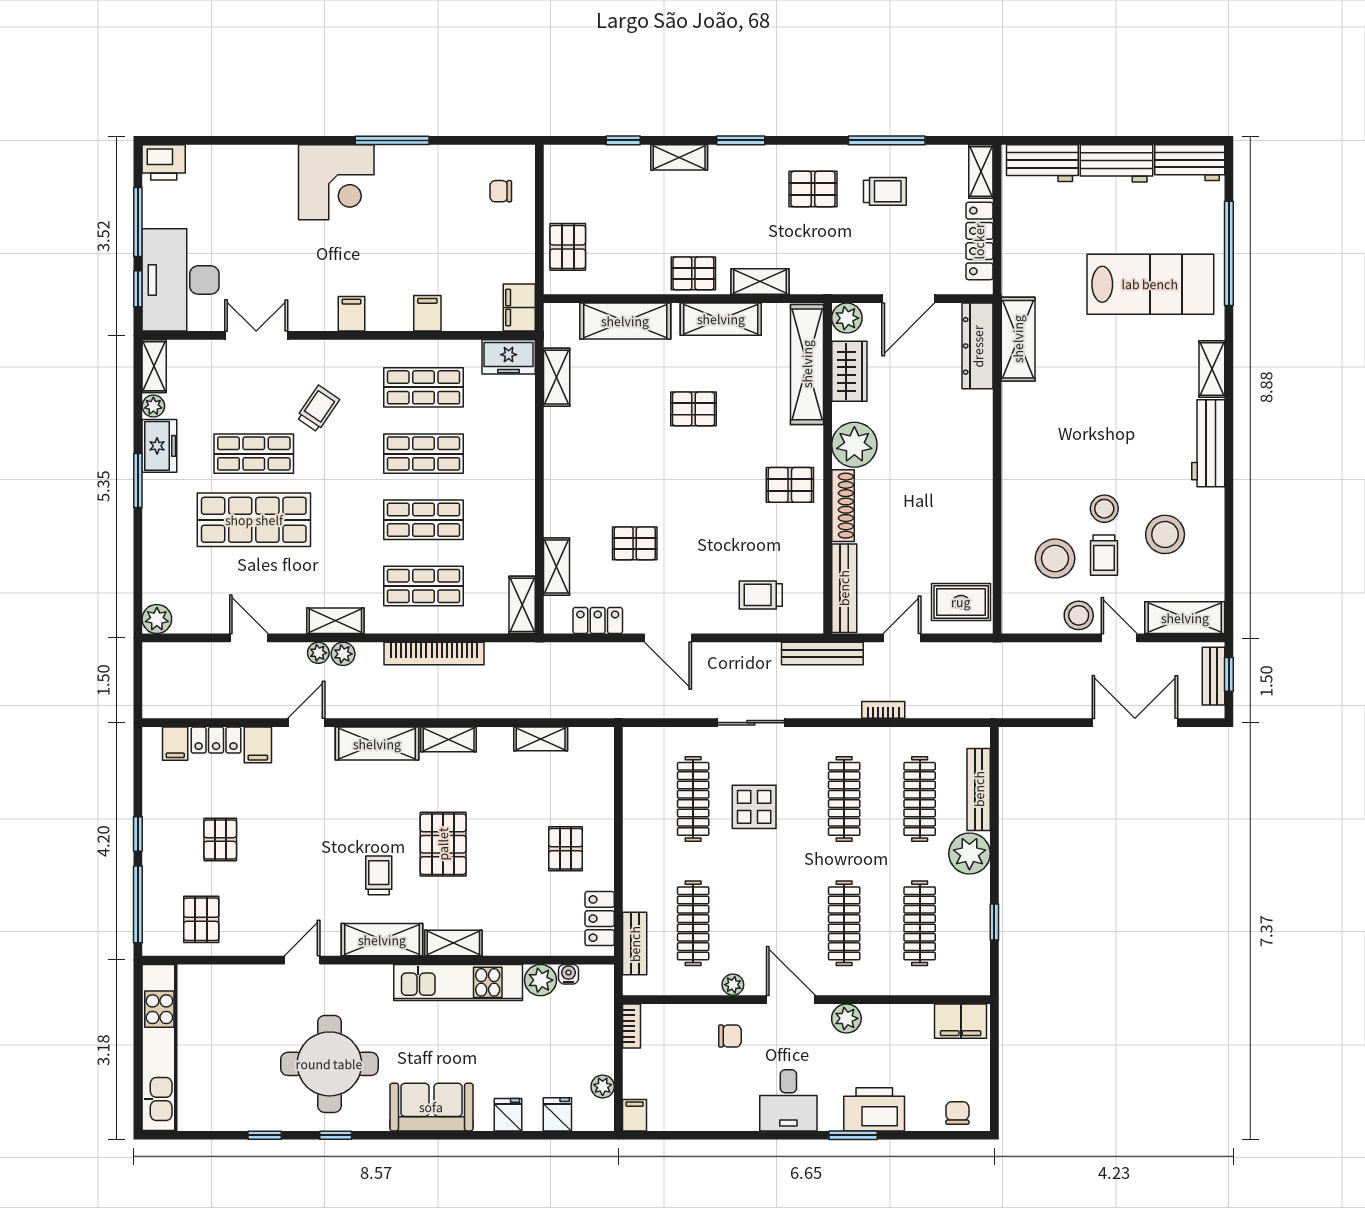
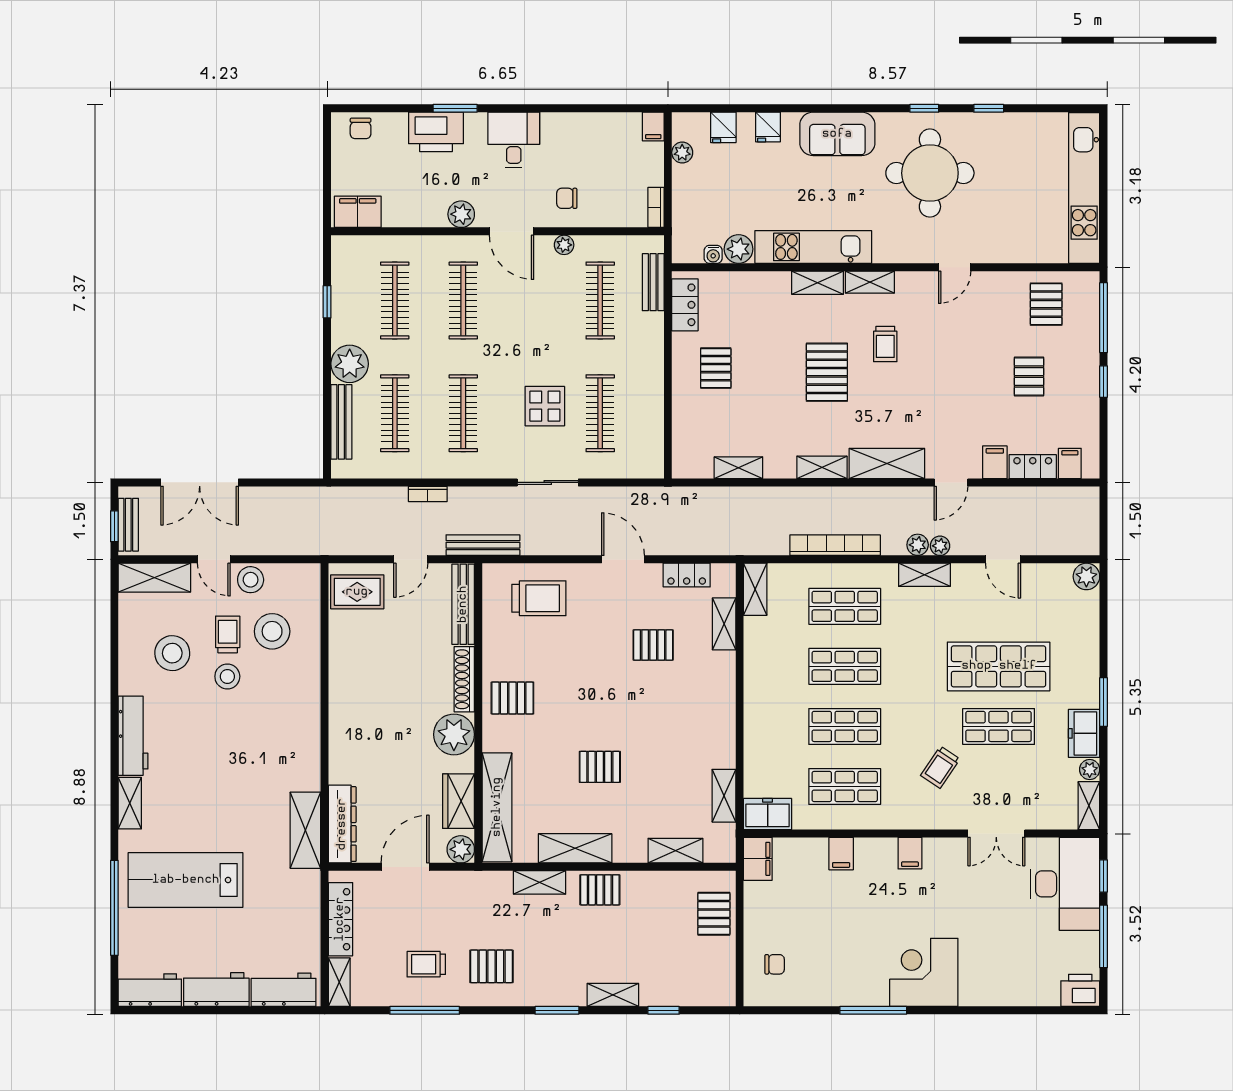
shelving: (625, 321) -> (675, 851), width x0.67, depth x0.75
trolley: (761, 595) -> (539, 598), width x1.36, depth x1.39
shelving: (382, 940) -> (870, 282), width x0.67, depth x0.75

